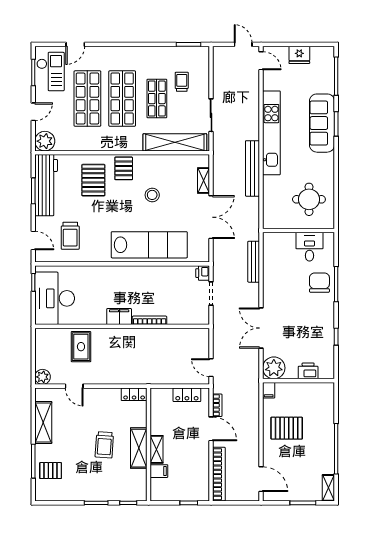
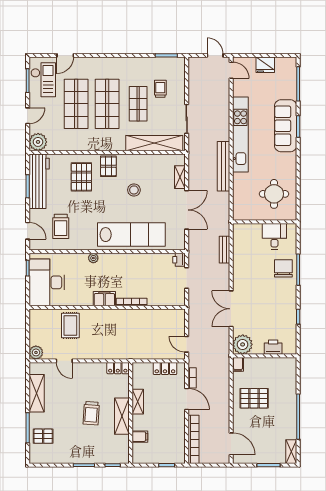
bench: (254, 262) -> (225, 250), width x0.73
plant: (107, 271) -> (93, 258), added
shelving: (157, 449) -> (138, 402), moved

